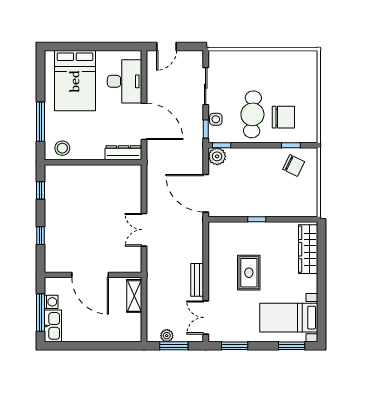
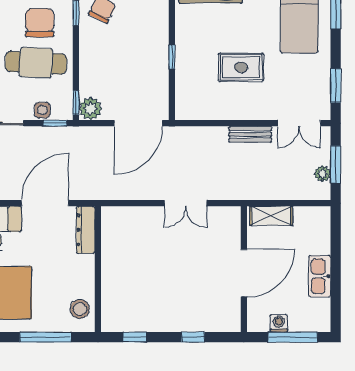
kitchen sink: (53, 326) -> (320, 276), moved, turned -90

